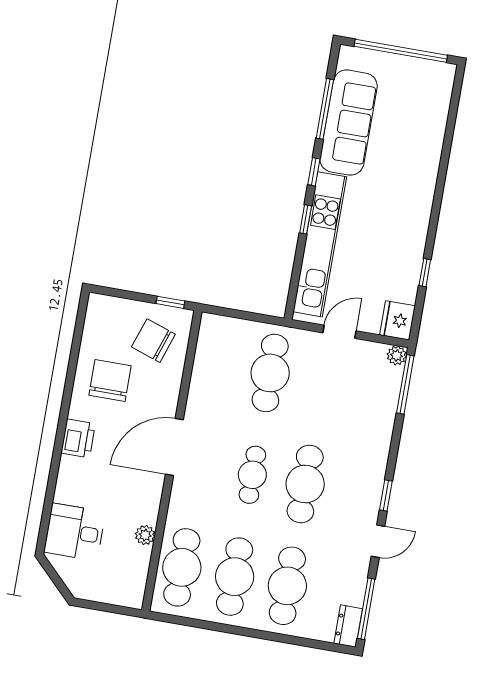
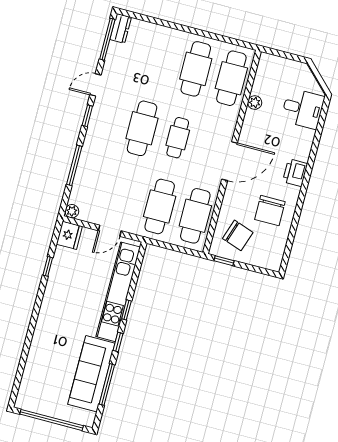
window: (405, 384) -> (74, 165), moved
cafe table: (287, 586) -> (195, 216), moved

